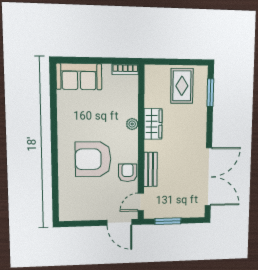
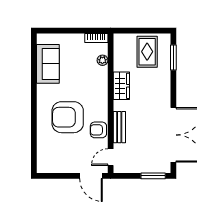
sofa: (79, 77) -> (48, 64), moved, turned -90
plant: (132, 124) -> (102, 60), moved
armchair: (128, 173) -> (98, 130), turned -90
window: (168, 221) -> (153, 176), moved

